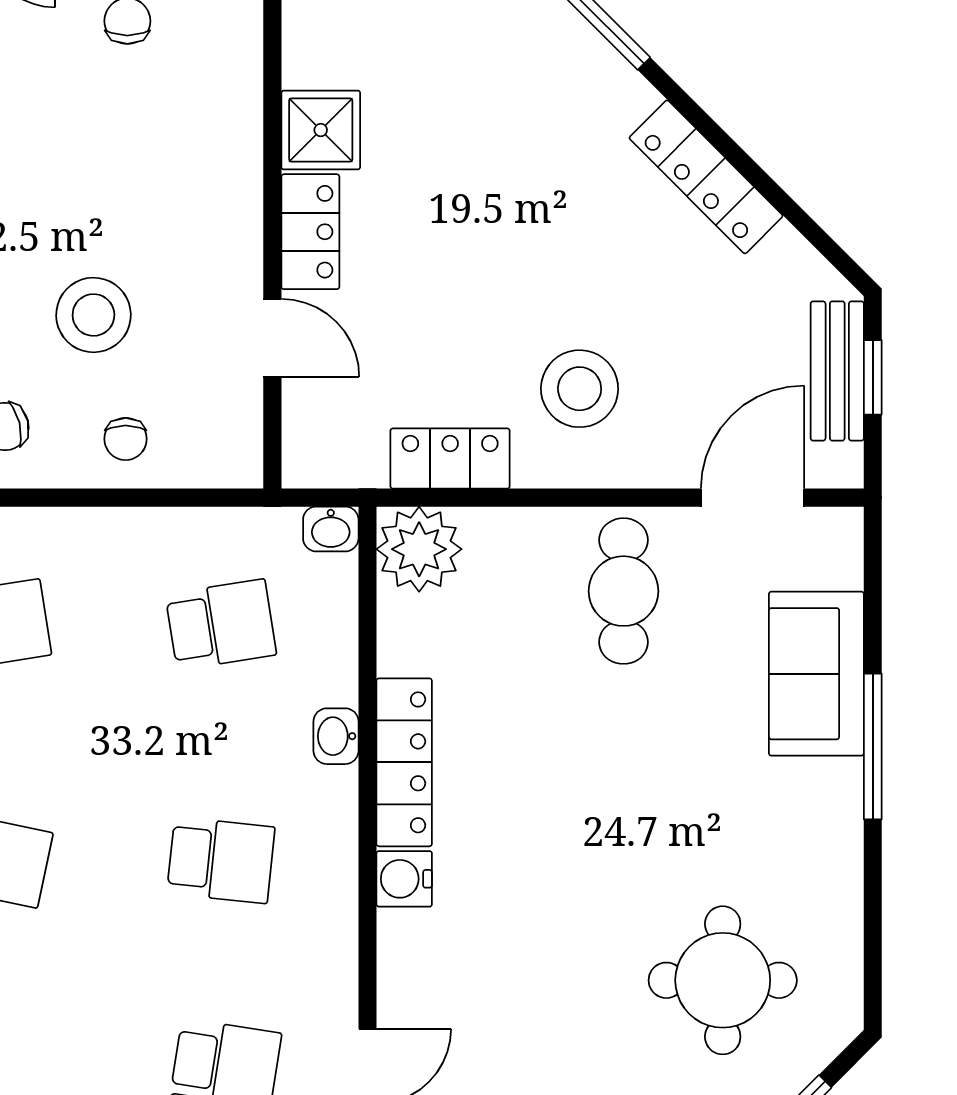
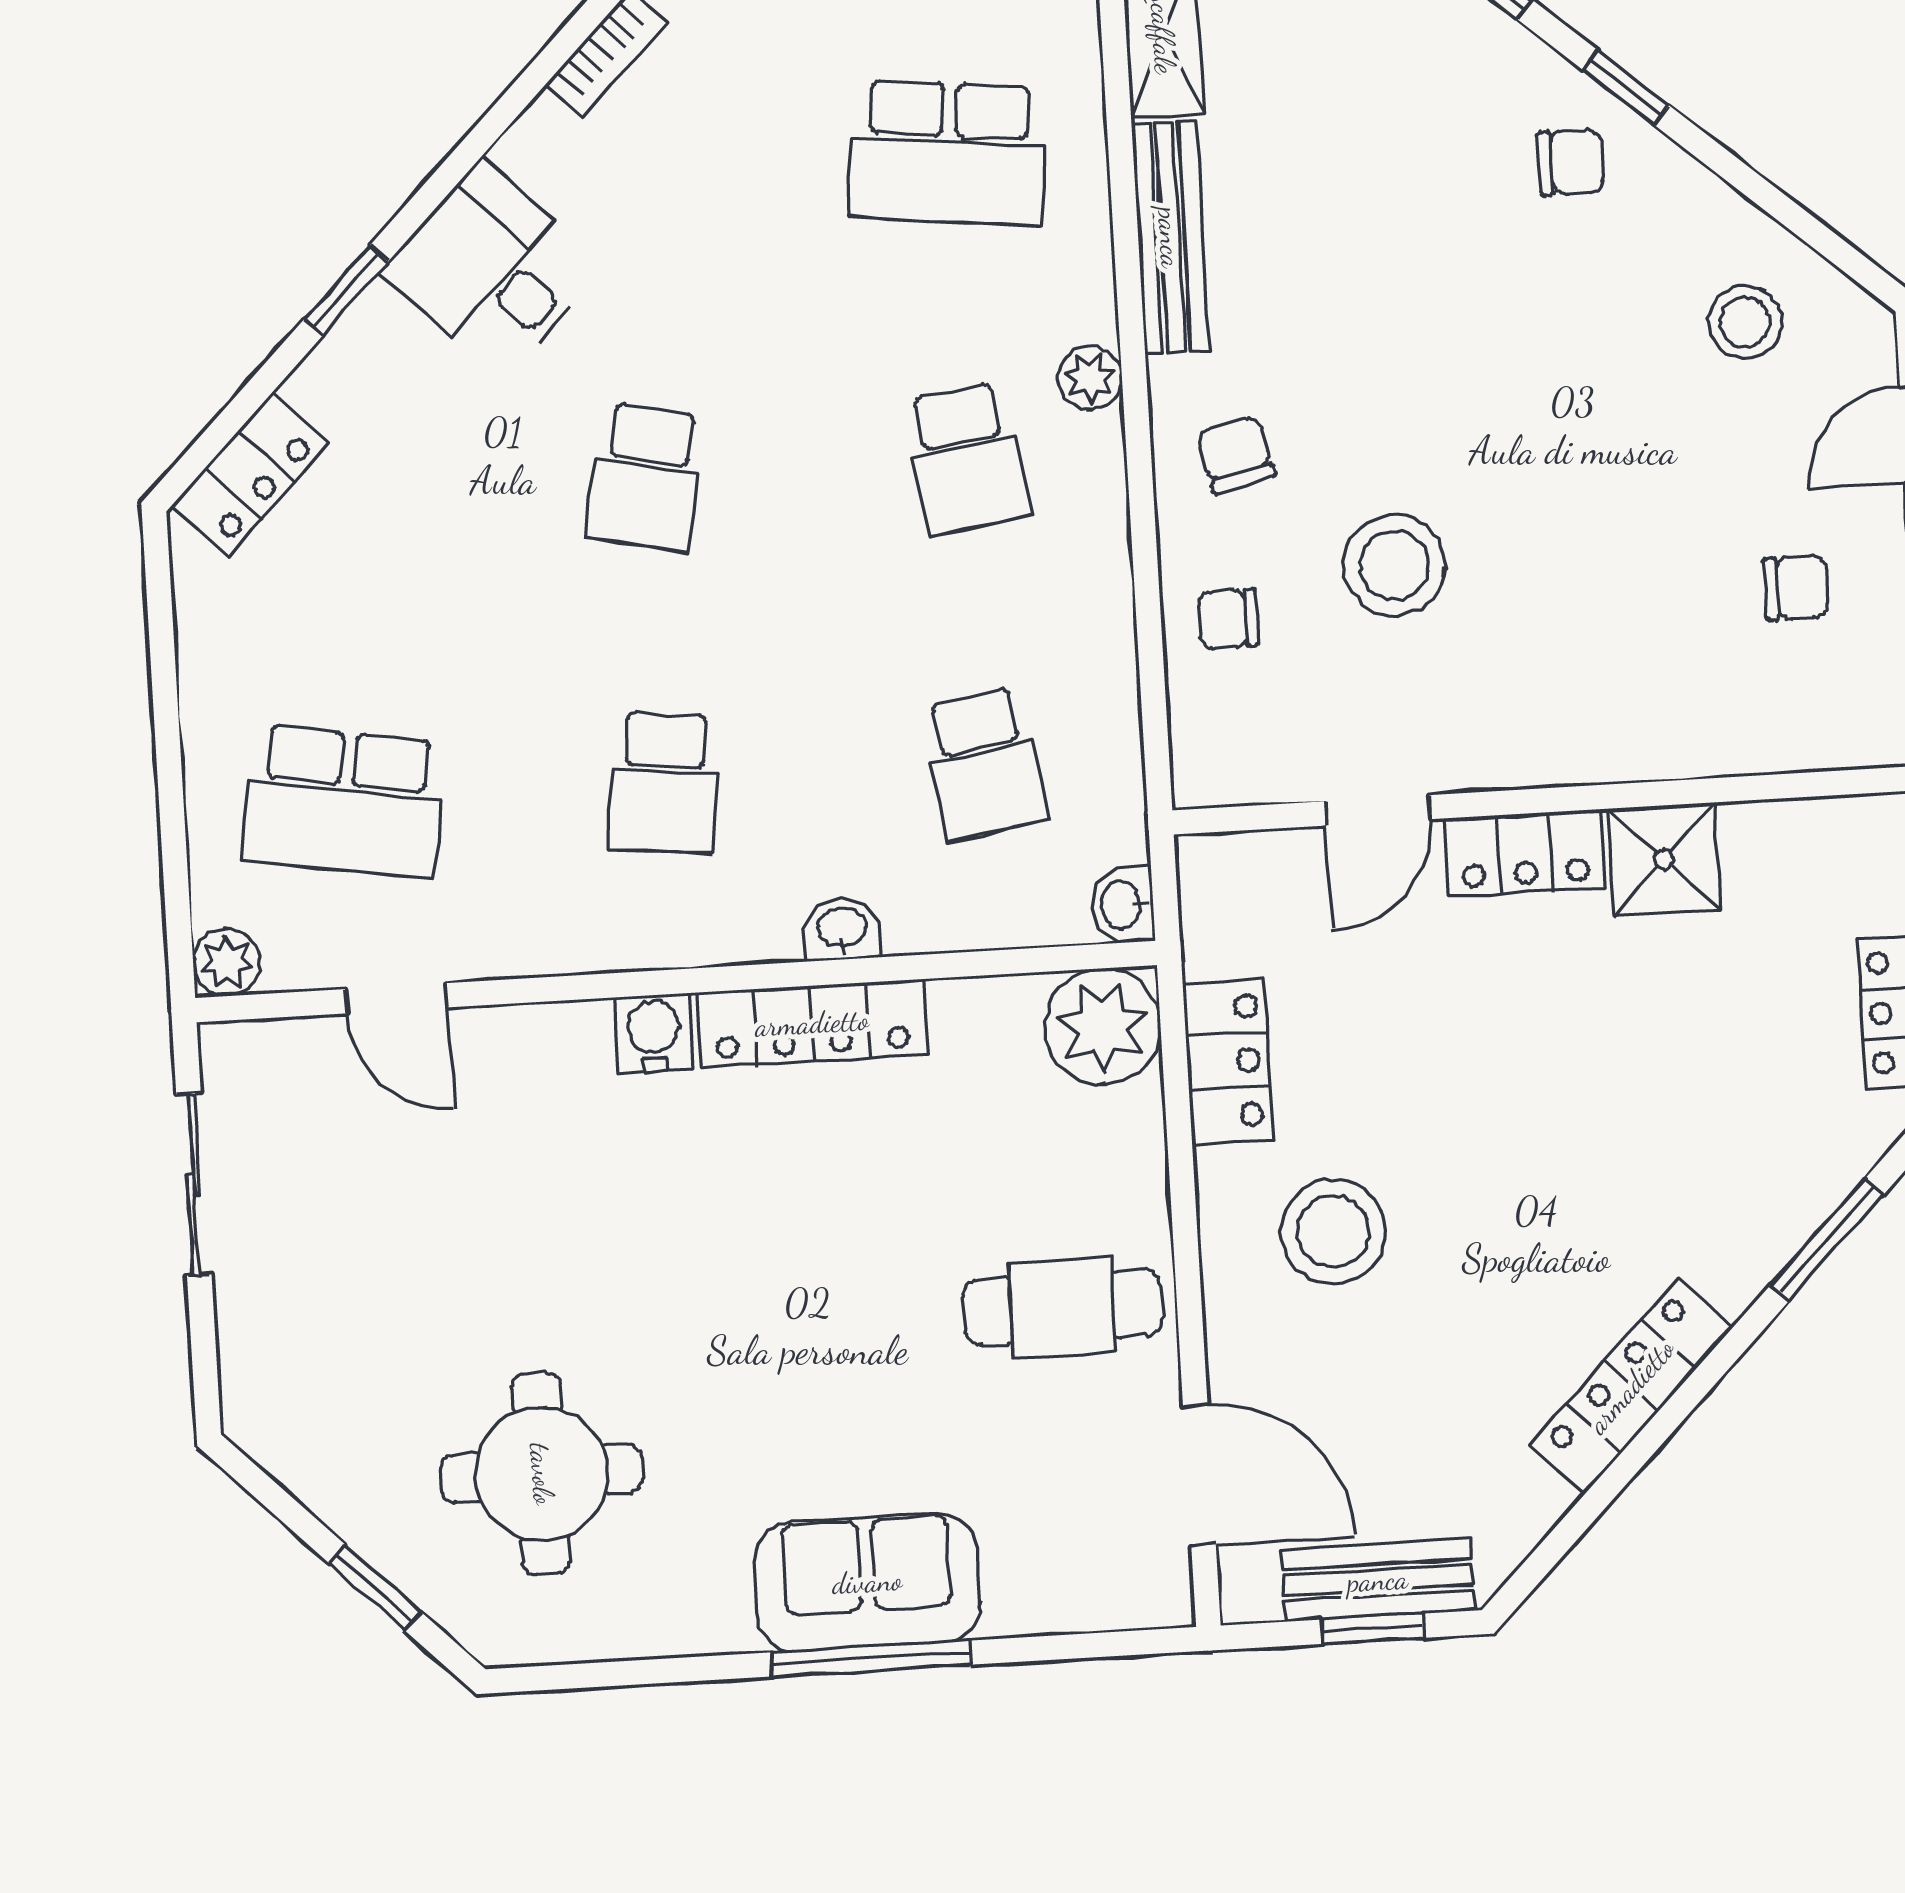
sofa: (816, 674) -> (867, 1582), moved

